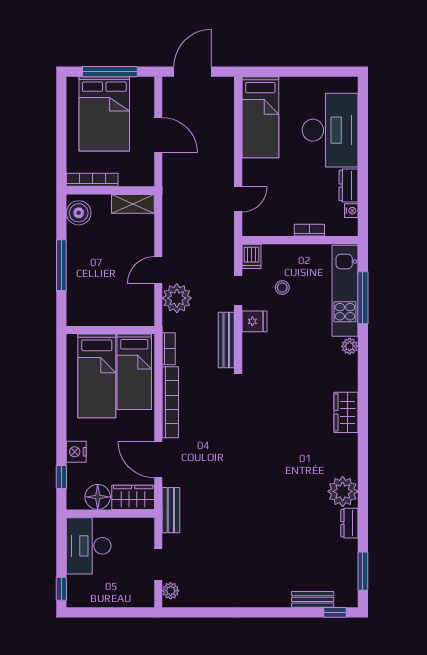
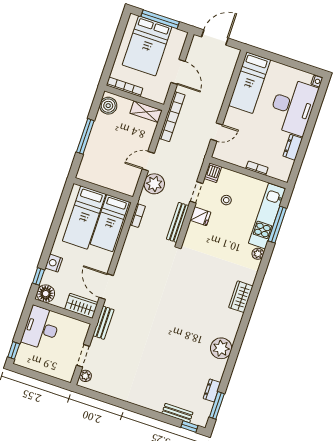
nightstand: (351, 211) -> (317, 81), moved
bookcase: (170, 402) -> (172, 117), moved
floor lamp: (98, 497) -> (46, 294), moved
dresser: (349, 523) -> (212, 390), moved

